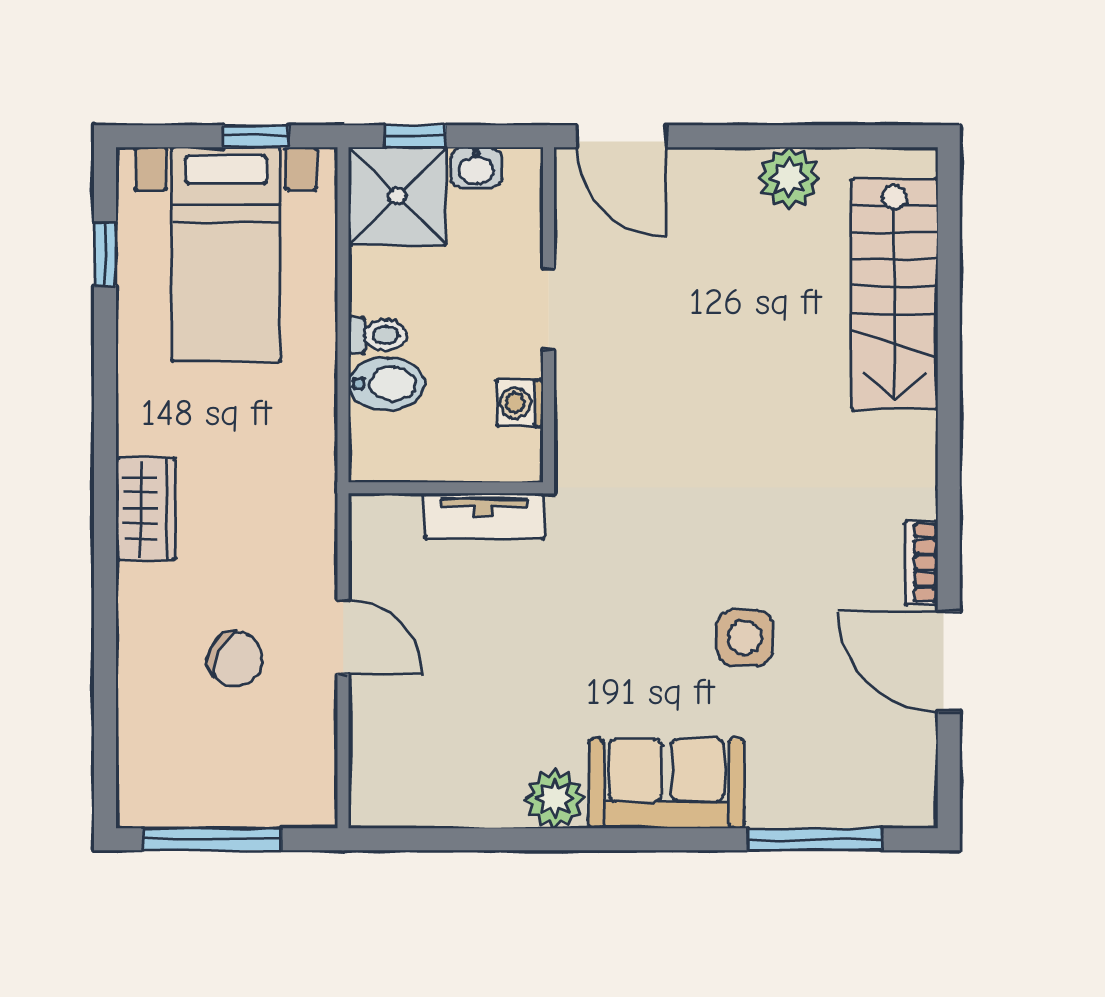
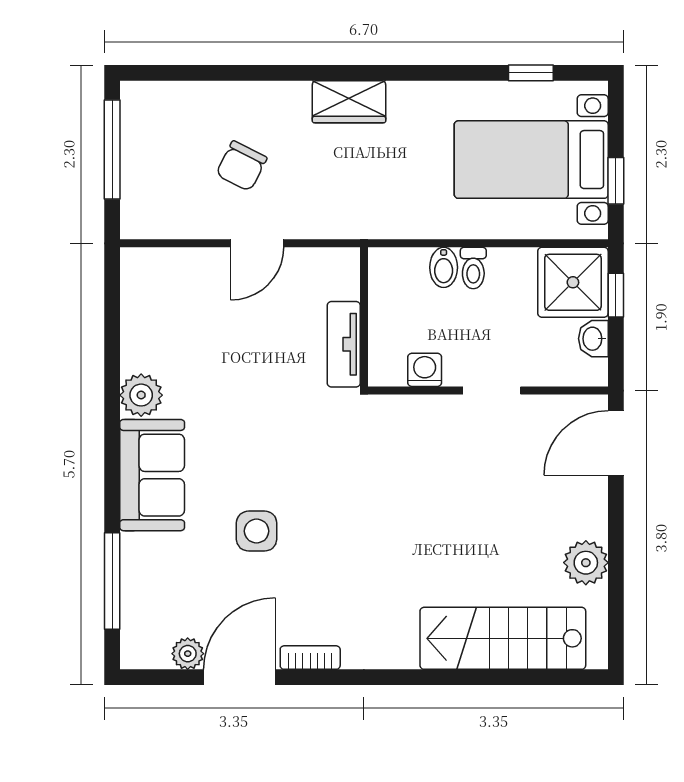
bidet: (387, 384) -> (444, 267), width x0.72, depth x0.74
plant: (916, 734) -> (188, 654), added

